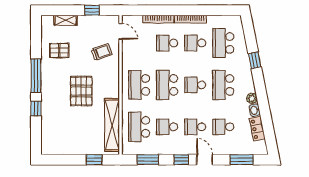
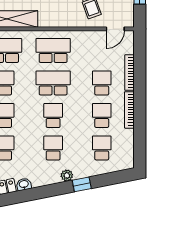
school desk: (223, 43) -> (102, 148), width x0.54
school desk: (223, 85) -> (53, 148), width x0.54
plant: (252, 98) -> (67, 175), moved

